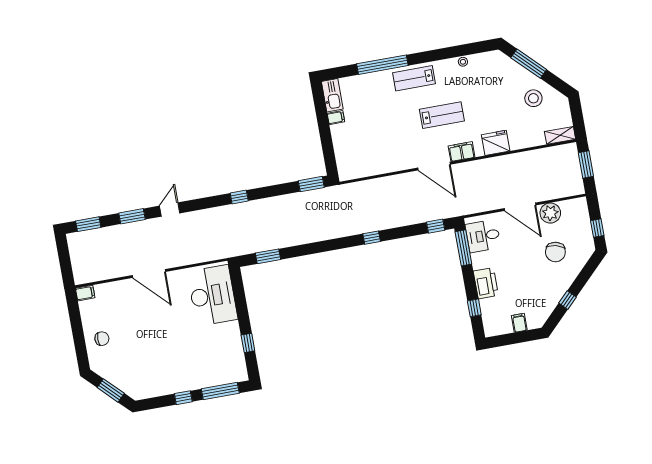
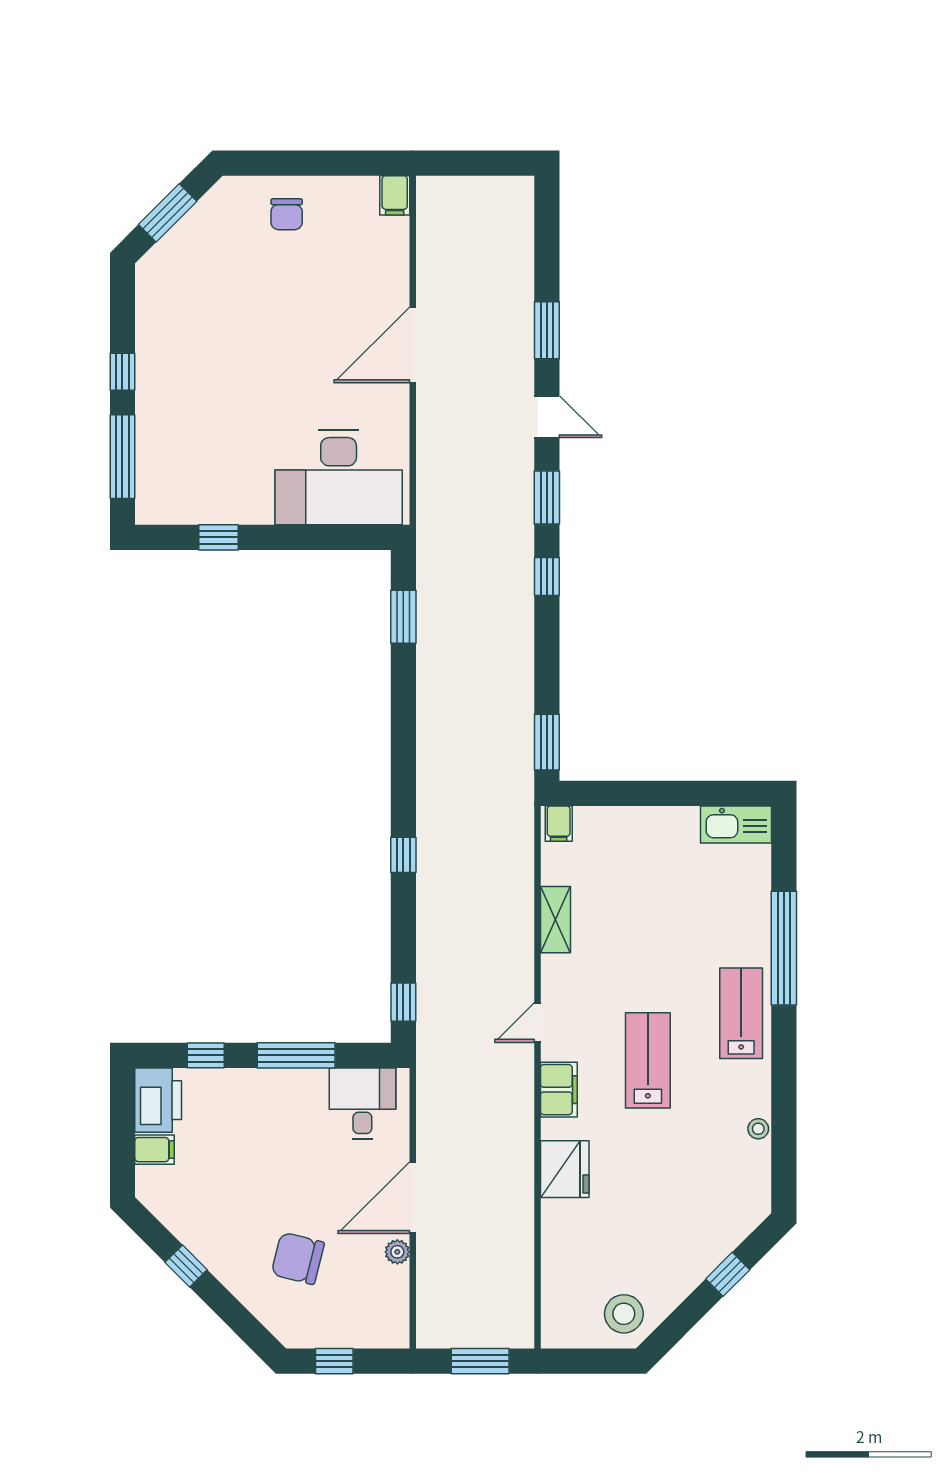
window: (529, 64) -> (728, 1274), width x0.46
stool: (533, 98) -> (624, 1314), moved
lab bench: (442, 115) -> (648, 1060), turned 180
filing cabinet: (336, 118) -> (559, 824), moved
shelving: (560, 135) -> (556, 920), moved
door: (434, 166) -> (537, 1022), width x0.53
plant: (550, 213) -> (397, 1252), width x0.53, depth x0.53
window: (88, 224) -> (547, 498), moved
window: (463, 248) -> (296, 1055), moved
printer: (486, 283) -> (158, 1100), moved, turned -90

